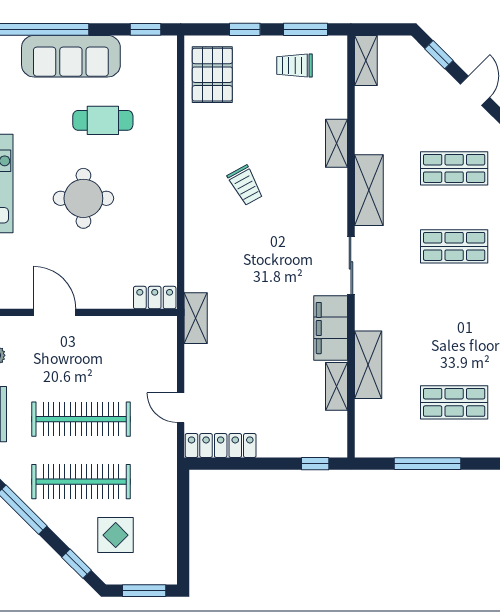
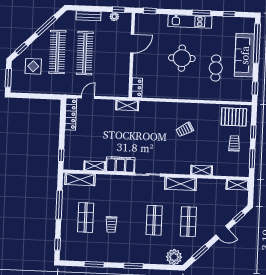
trolley: (294, 66) -> (234, 143), moved
trolley: (468, 343) -> (111, 224), added
shelving: (368, 365) -> (80, 179), moved

